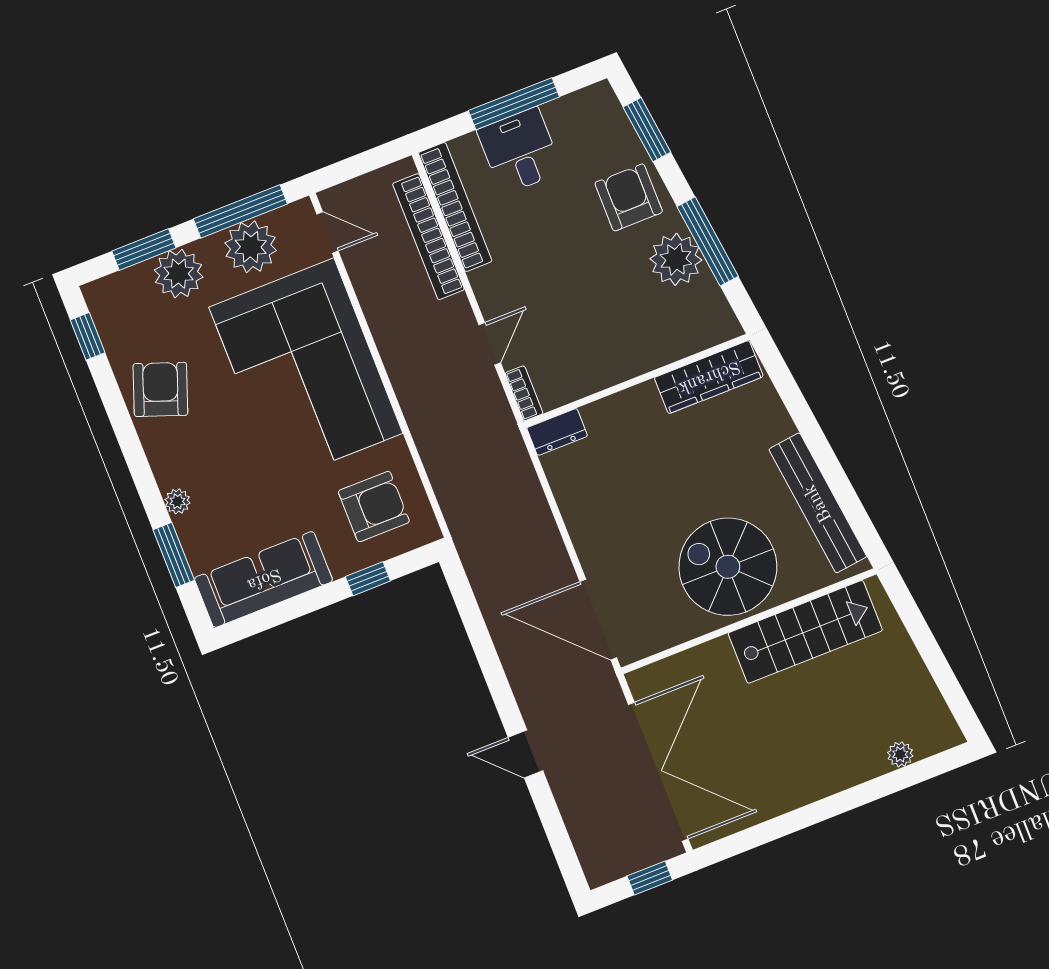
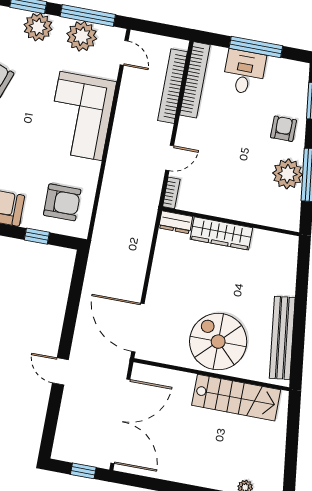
armchair: (629, 197) -> (283, 129), width x0.72, depth x0.72
corner sofa: (306, 370) -> (81, 116), width x0.73, depth x0.74
wardrobe: (709, 377) -> (221, 233), moved

